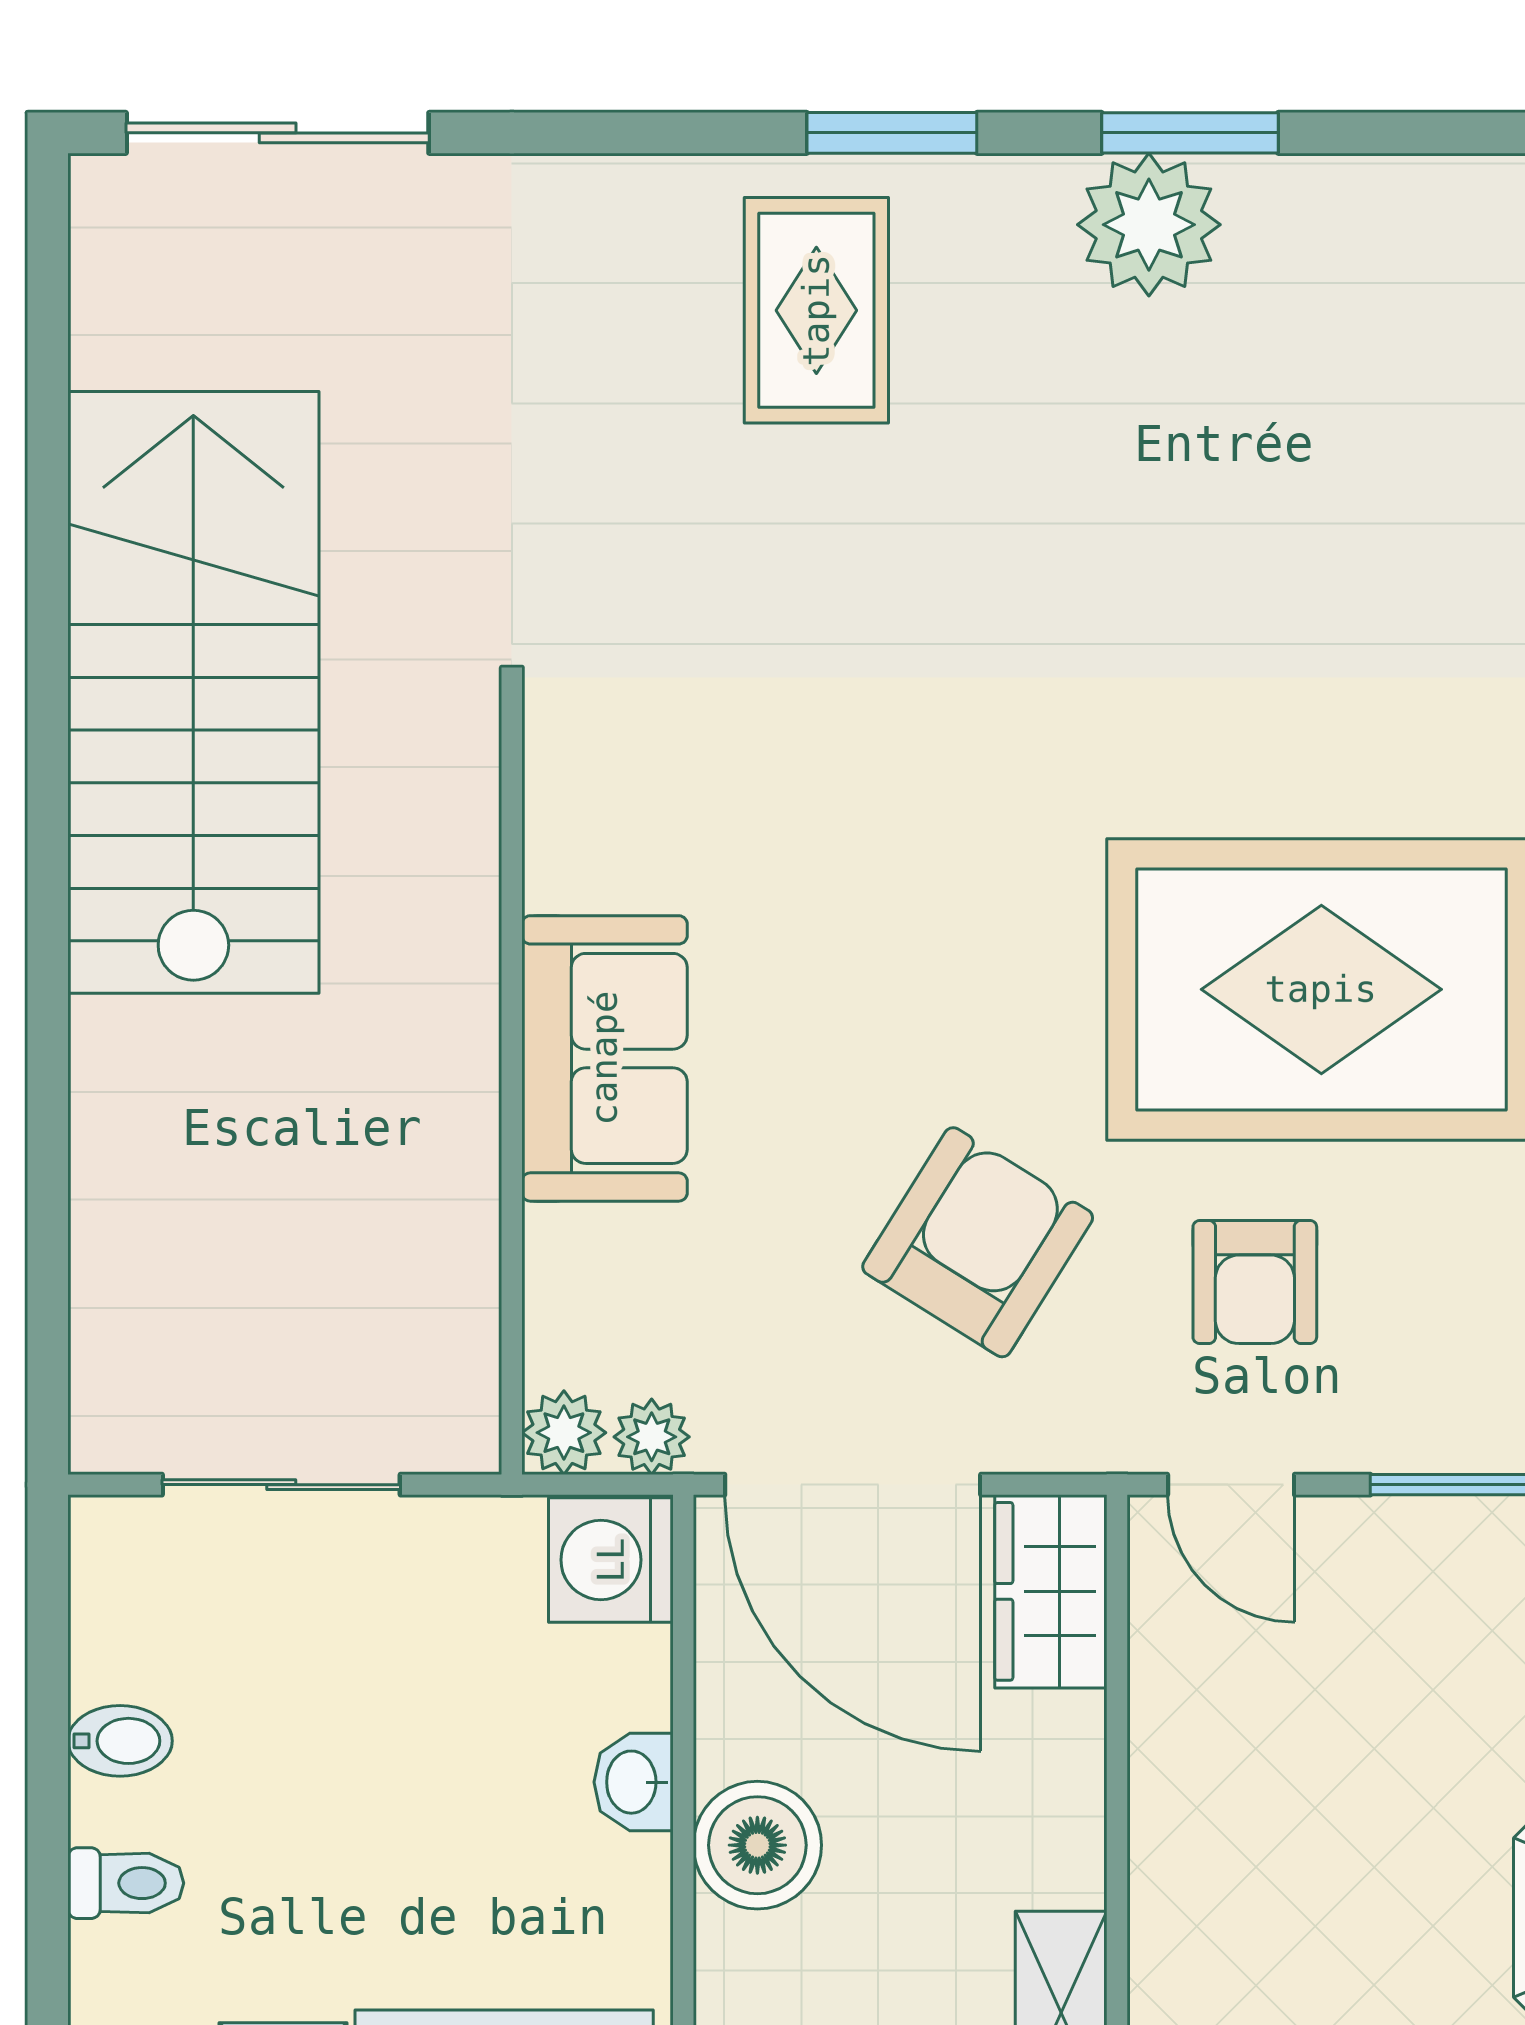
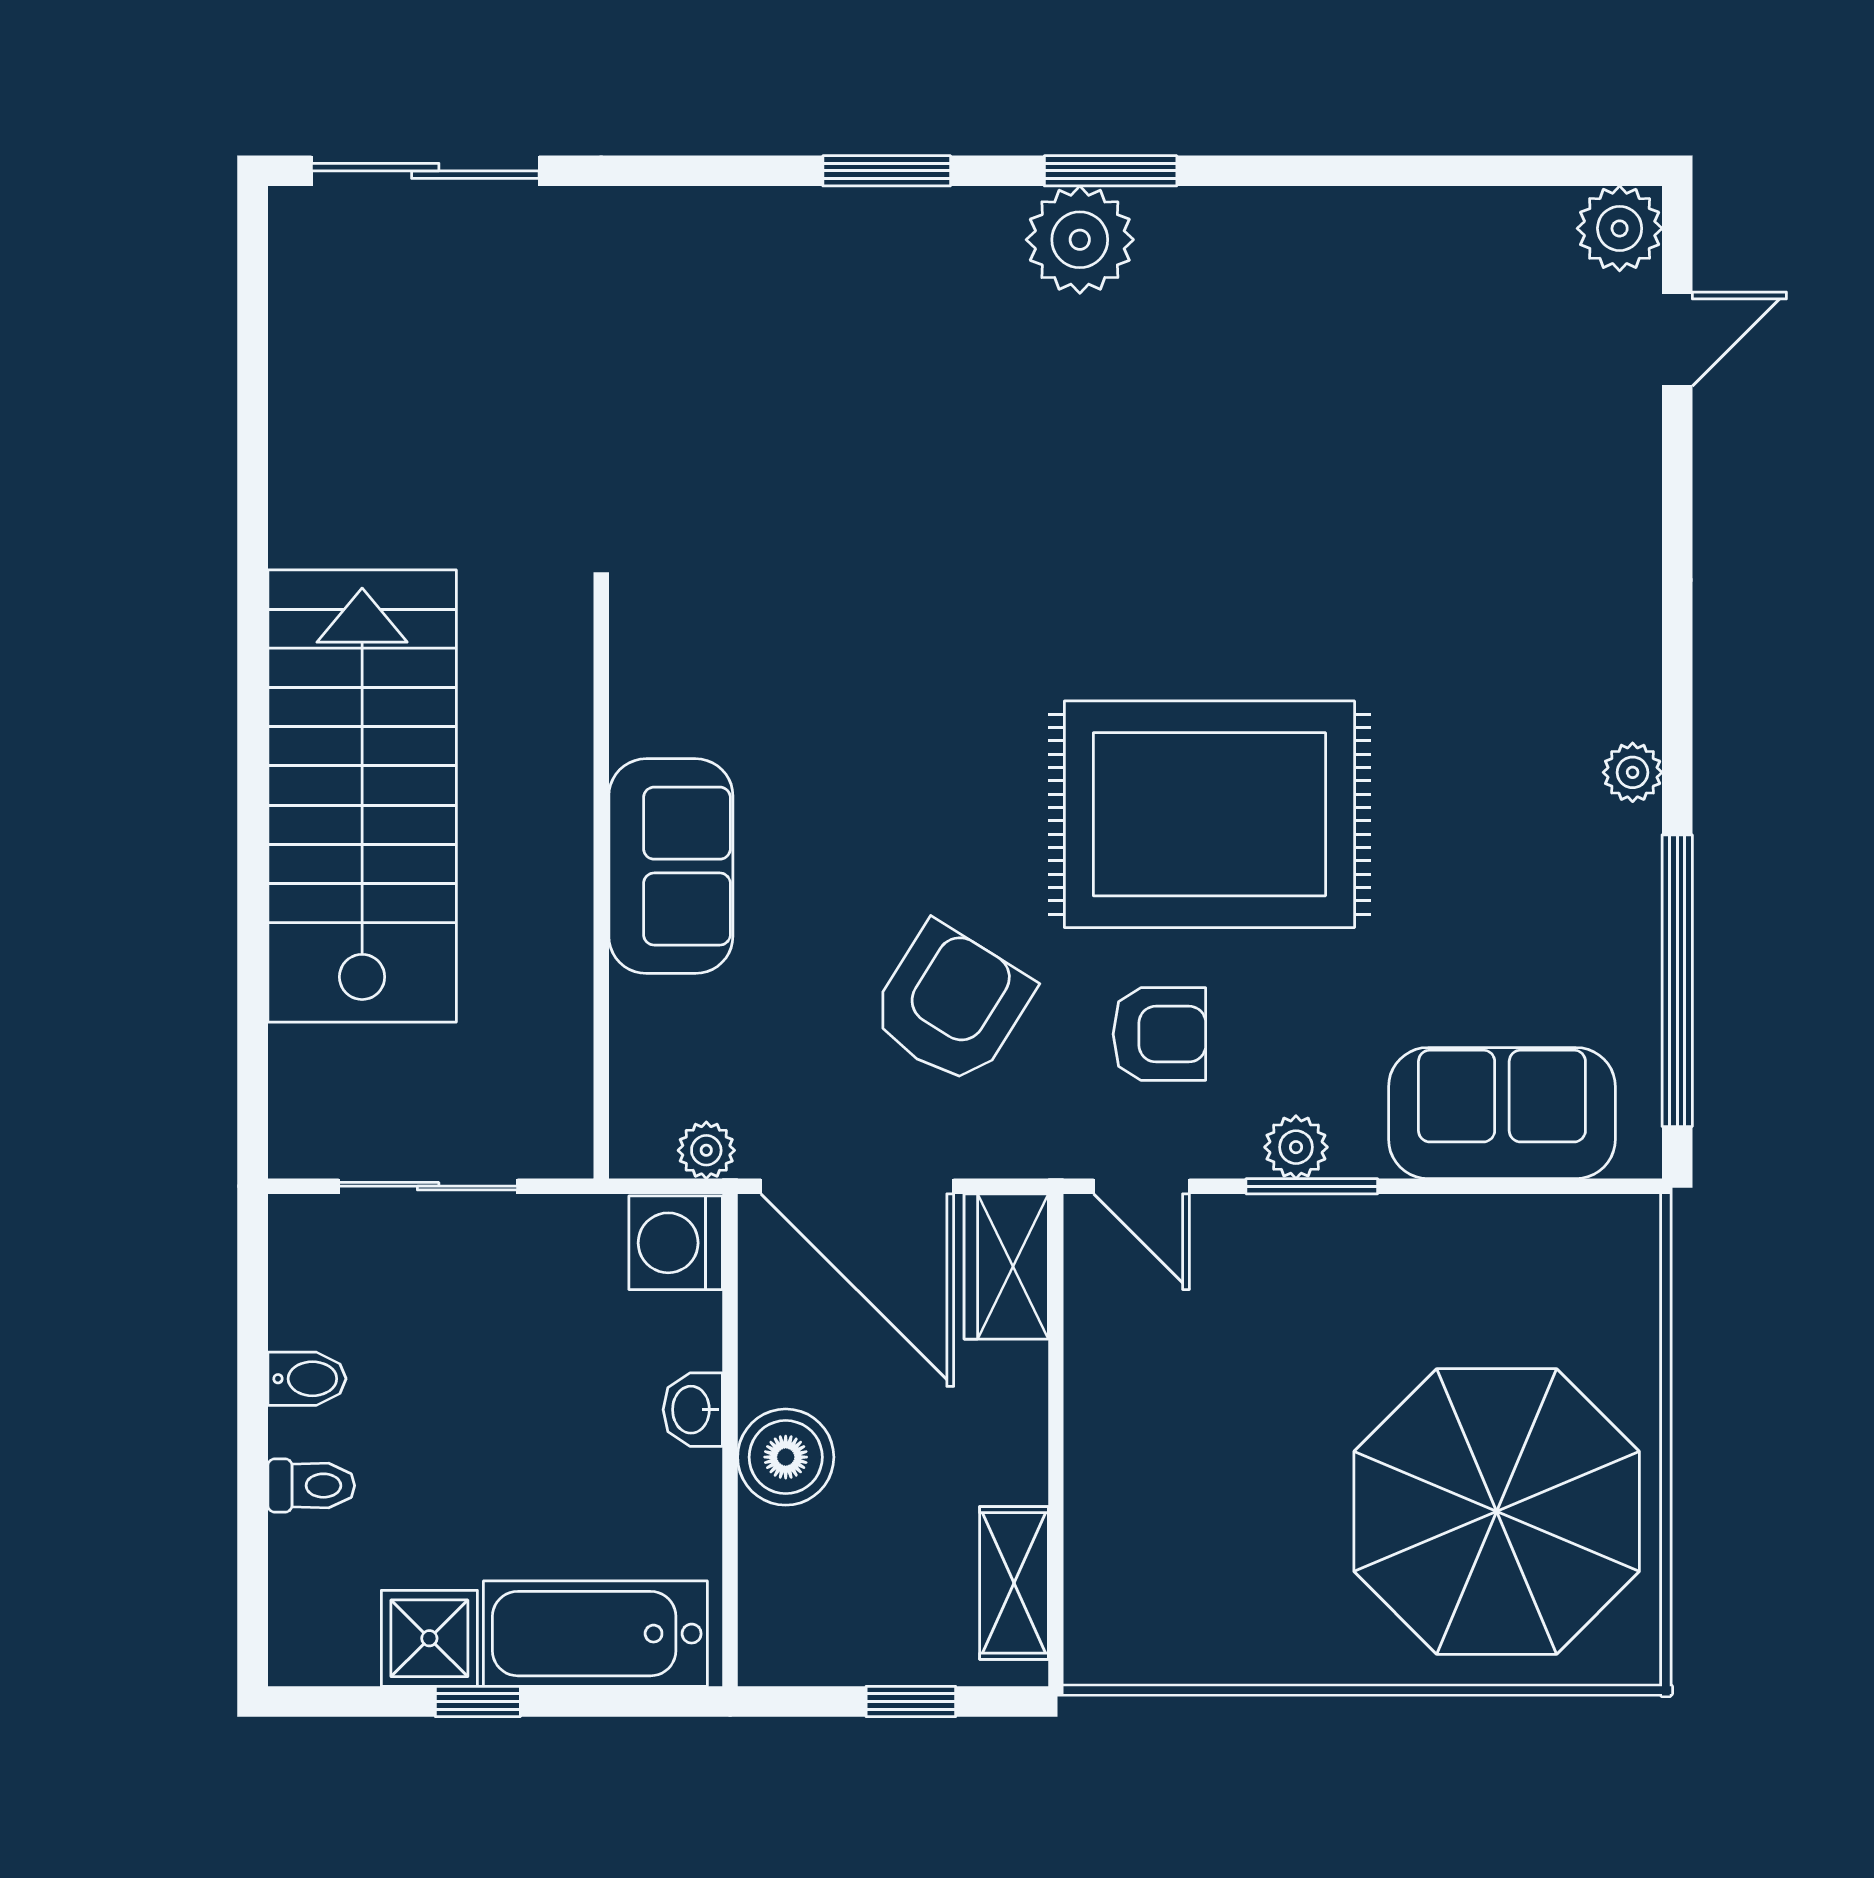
rug: (816, 310) -> (830, 304), removed
stairs: (193, 692) -> (362, 796), moved
armchair: (1255, 1282) -> (1159, 1034), turned -90
plant: (564, 1433) -> (1296, 1147), moved

